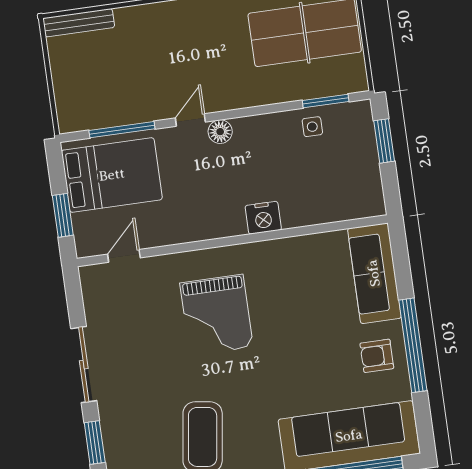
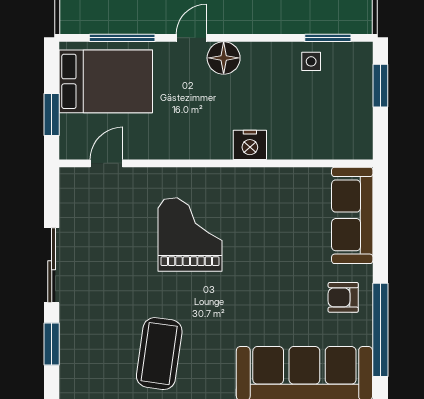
floor lamp: (220, 132) -> (224, 58), width x1.38, depth x1.38
grand piano: (216, 315) -> (190, 235), turned 180
window: (413, 345) -> (380, 330), moved

